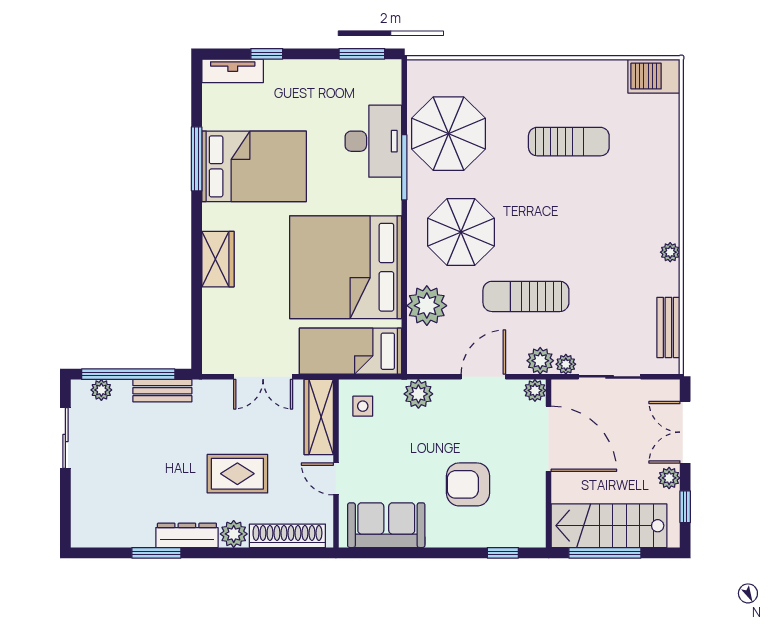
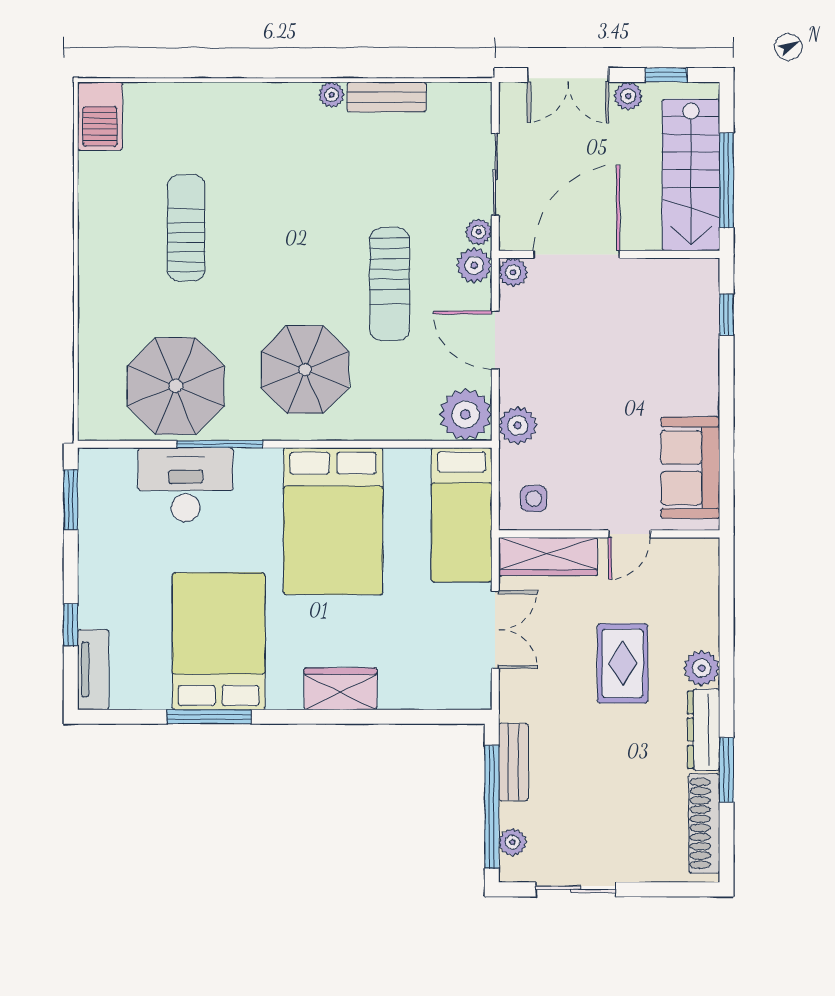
bed: (346, 267) -> (333, 521), width x0.73
plant: (427, 306) -> (465, 414), moved
bench: (668, 327) -> (387, 97), moved
armchair: (468, 484) -> (637, 360), removed
shoe rack: (287, 536) -> (704, 823), moved

